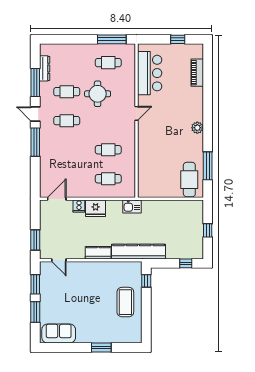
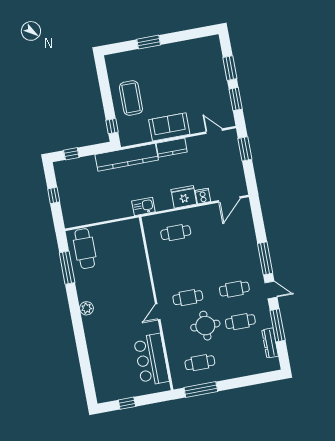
piano: (197, 73) -> (98, 370), removed
cafe table: (108, 150) -> (188, 298), moved
sofa: (59, 334) -> (169, 127), moved, turned 180

